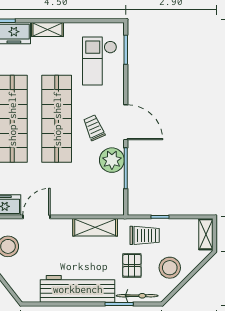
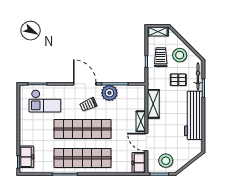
shelving: (48, 29) -> (141, 121), moved
door: (126, 122) -> (85, 84), hinge flipped
trolley: (145, 235) -> (161, 57), moved

